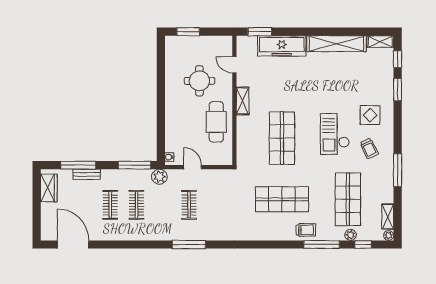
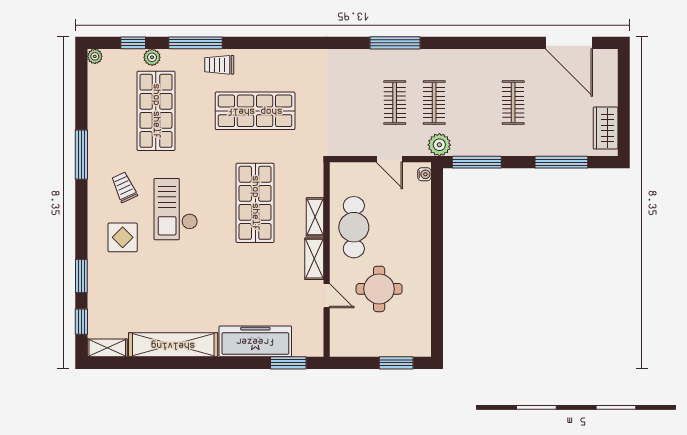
door: (234, 65) -> (327, 296), moved
checkout: (335, 134) -> (176, 209), turned 180
bench: (87, 174) -> (549, 148), removed
clothes rail: (136, 205) -> (434, 103), moved
shelving: (388, 217) -> (315, 217), moved

